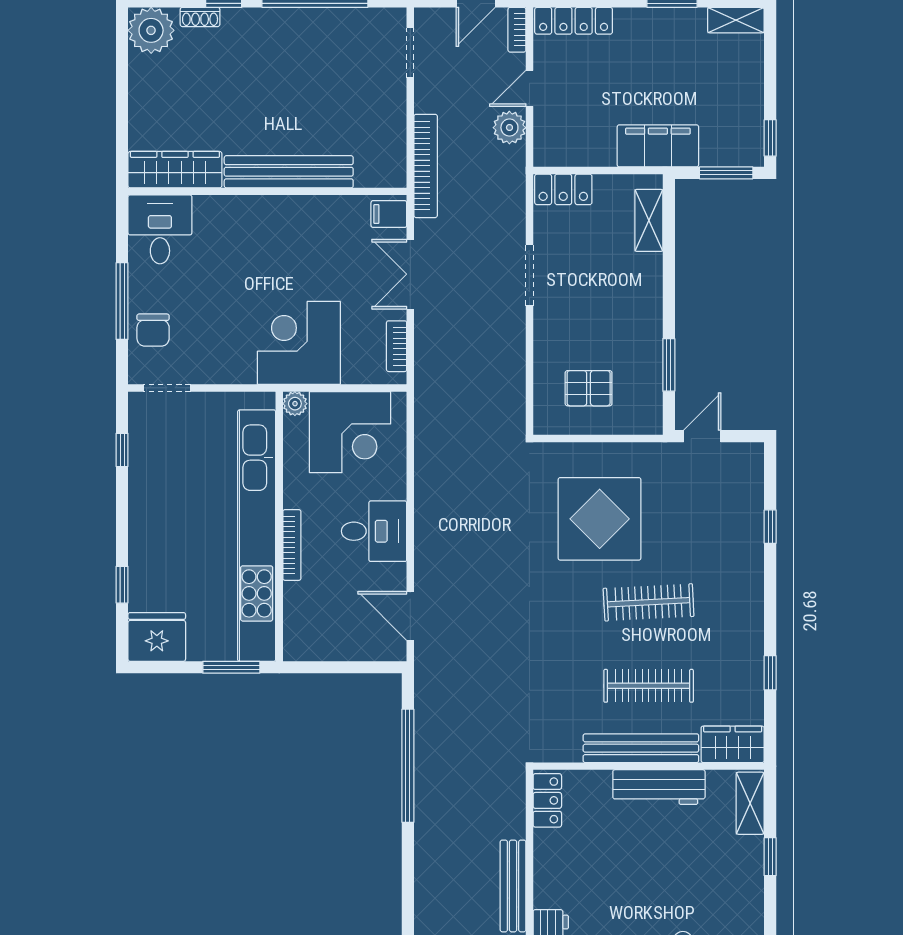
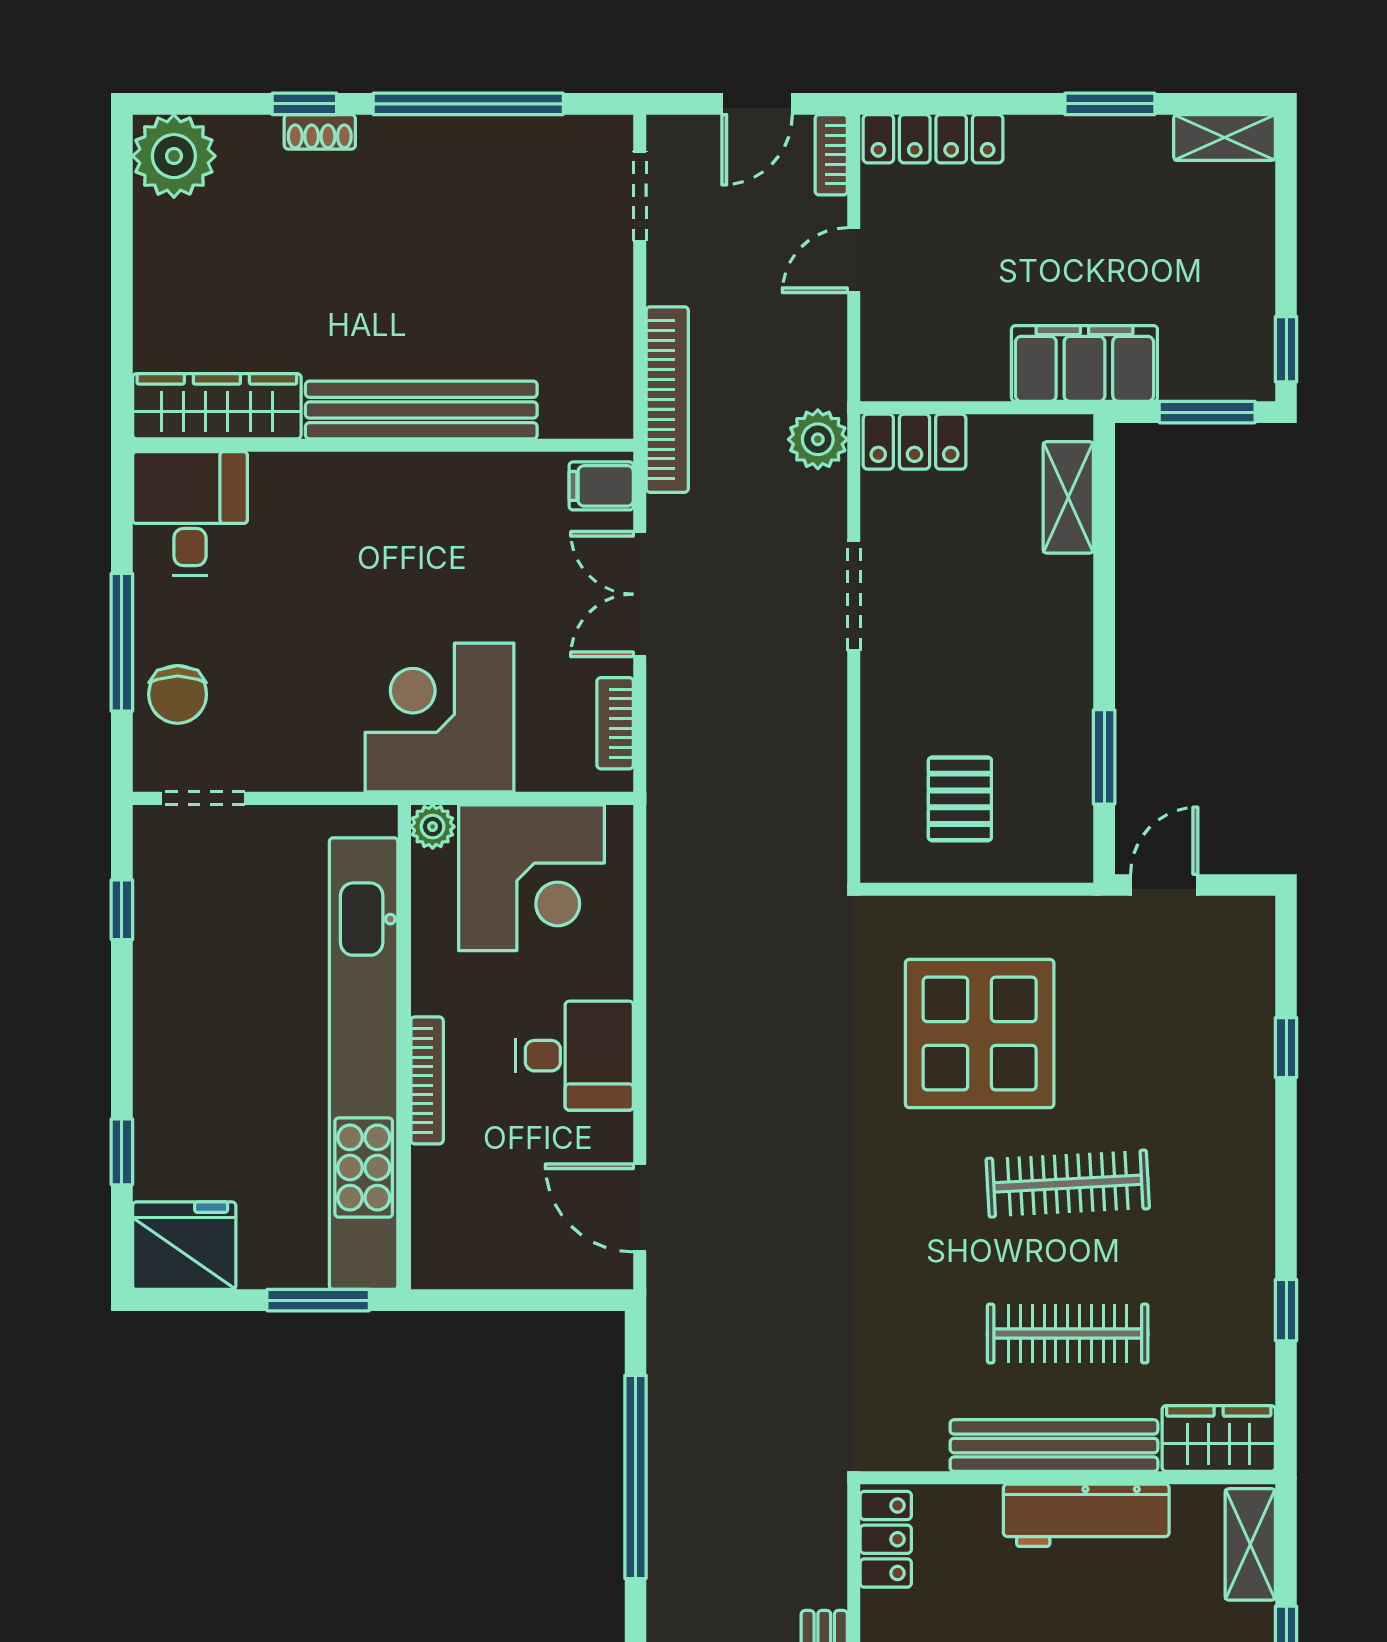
shoe rack: (200, 17) -> (320, 132), moved
plant: (509, 128) -> (818, 439), moved
pallet: (589, 388) -> (960, 799), turned 90

